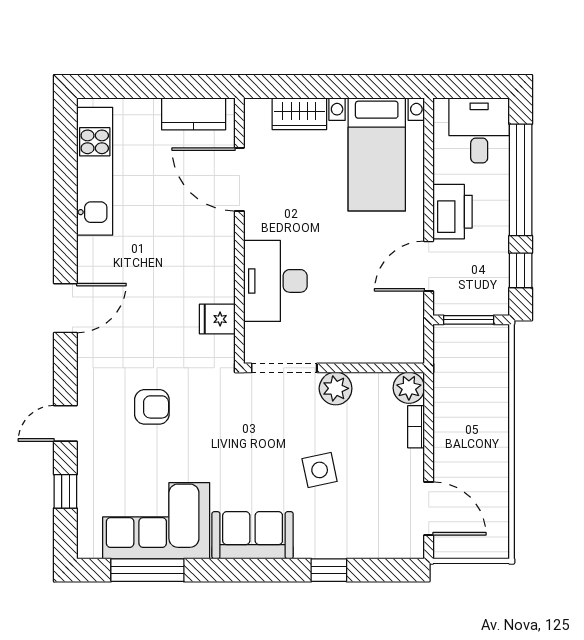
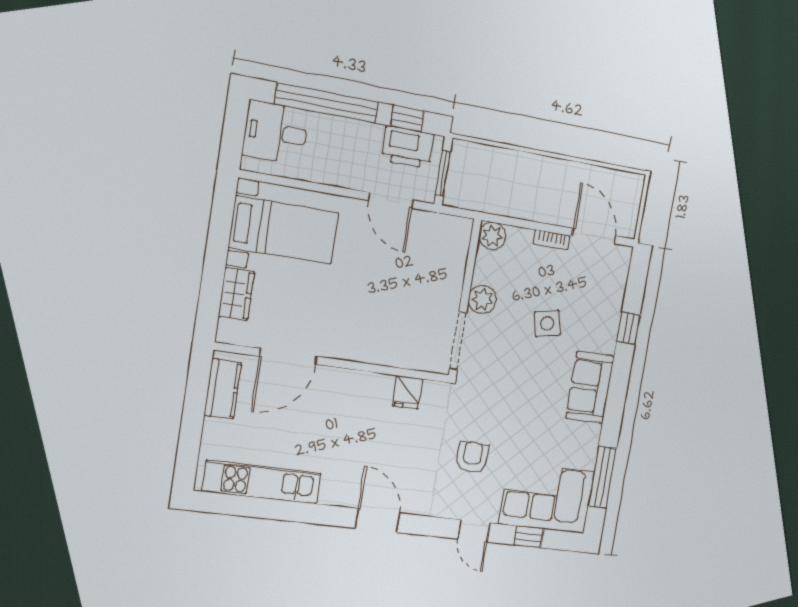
printer: (453, 212) -> (408, 147), moved, turned 180
desk: (275, 281) -> (383, 338), removed
bookcase: (416, 427) -> (552, 240), moved
door: (429, 508) -> (594, 236), hinge flipped
corner sofa: (156, 521) -> (547, 498), moved, turned 90

